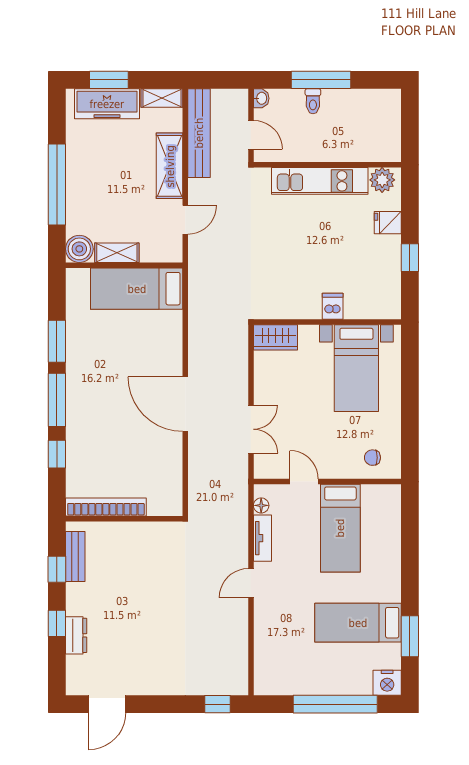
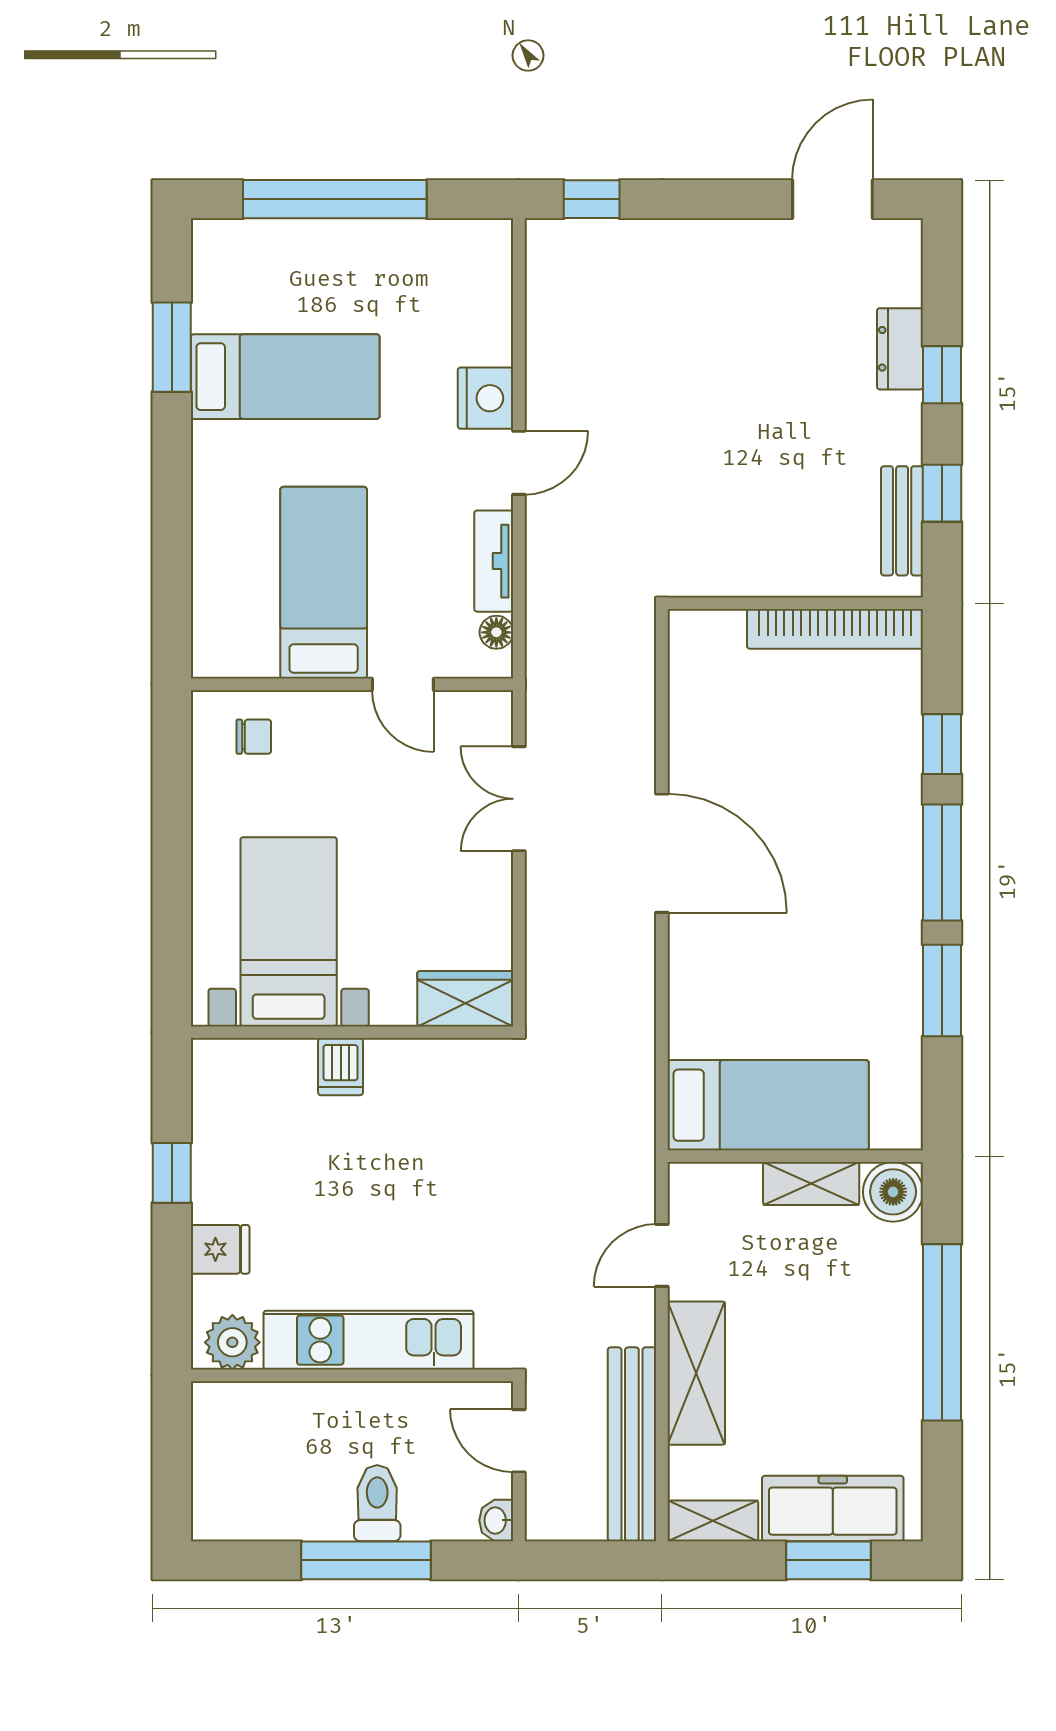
toilet: (313, 101) -> (377, 1503), width x1.37, depth x1.39
nightstand: (387, 683) -> (485, 398), moved, turned 90

